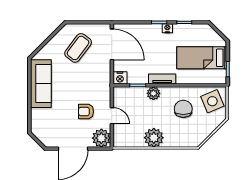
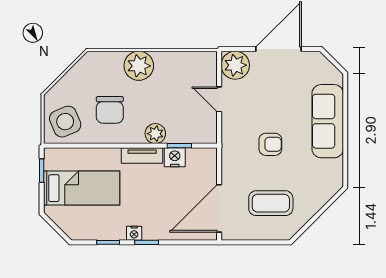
door: (112, 44) -> (219, 208), hinge flipped
coffee table: (78, 48) -> (271, 203), turned 53
nightstand: (120, 78) -> (175, 157), moved
sofa: (41, 84) -> (328, 121), moved
armchair: (86, 112) -> (270, 144), moved
plant: (154, 138) -> (139, 66), moved

